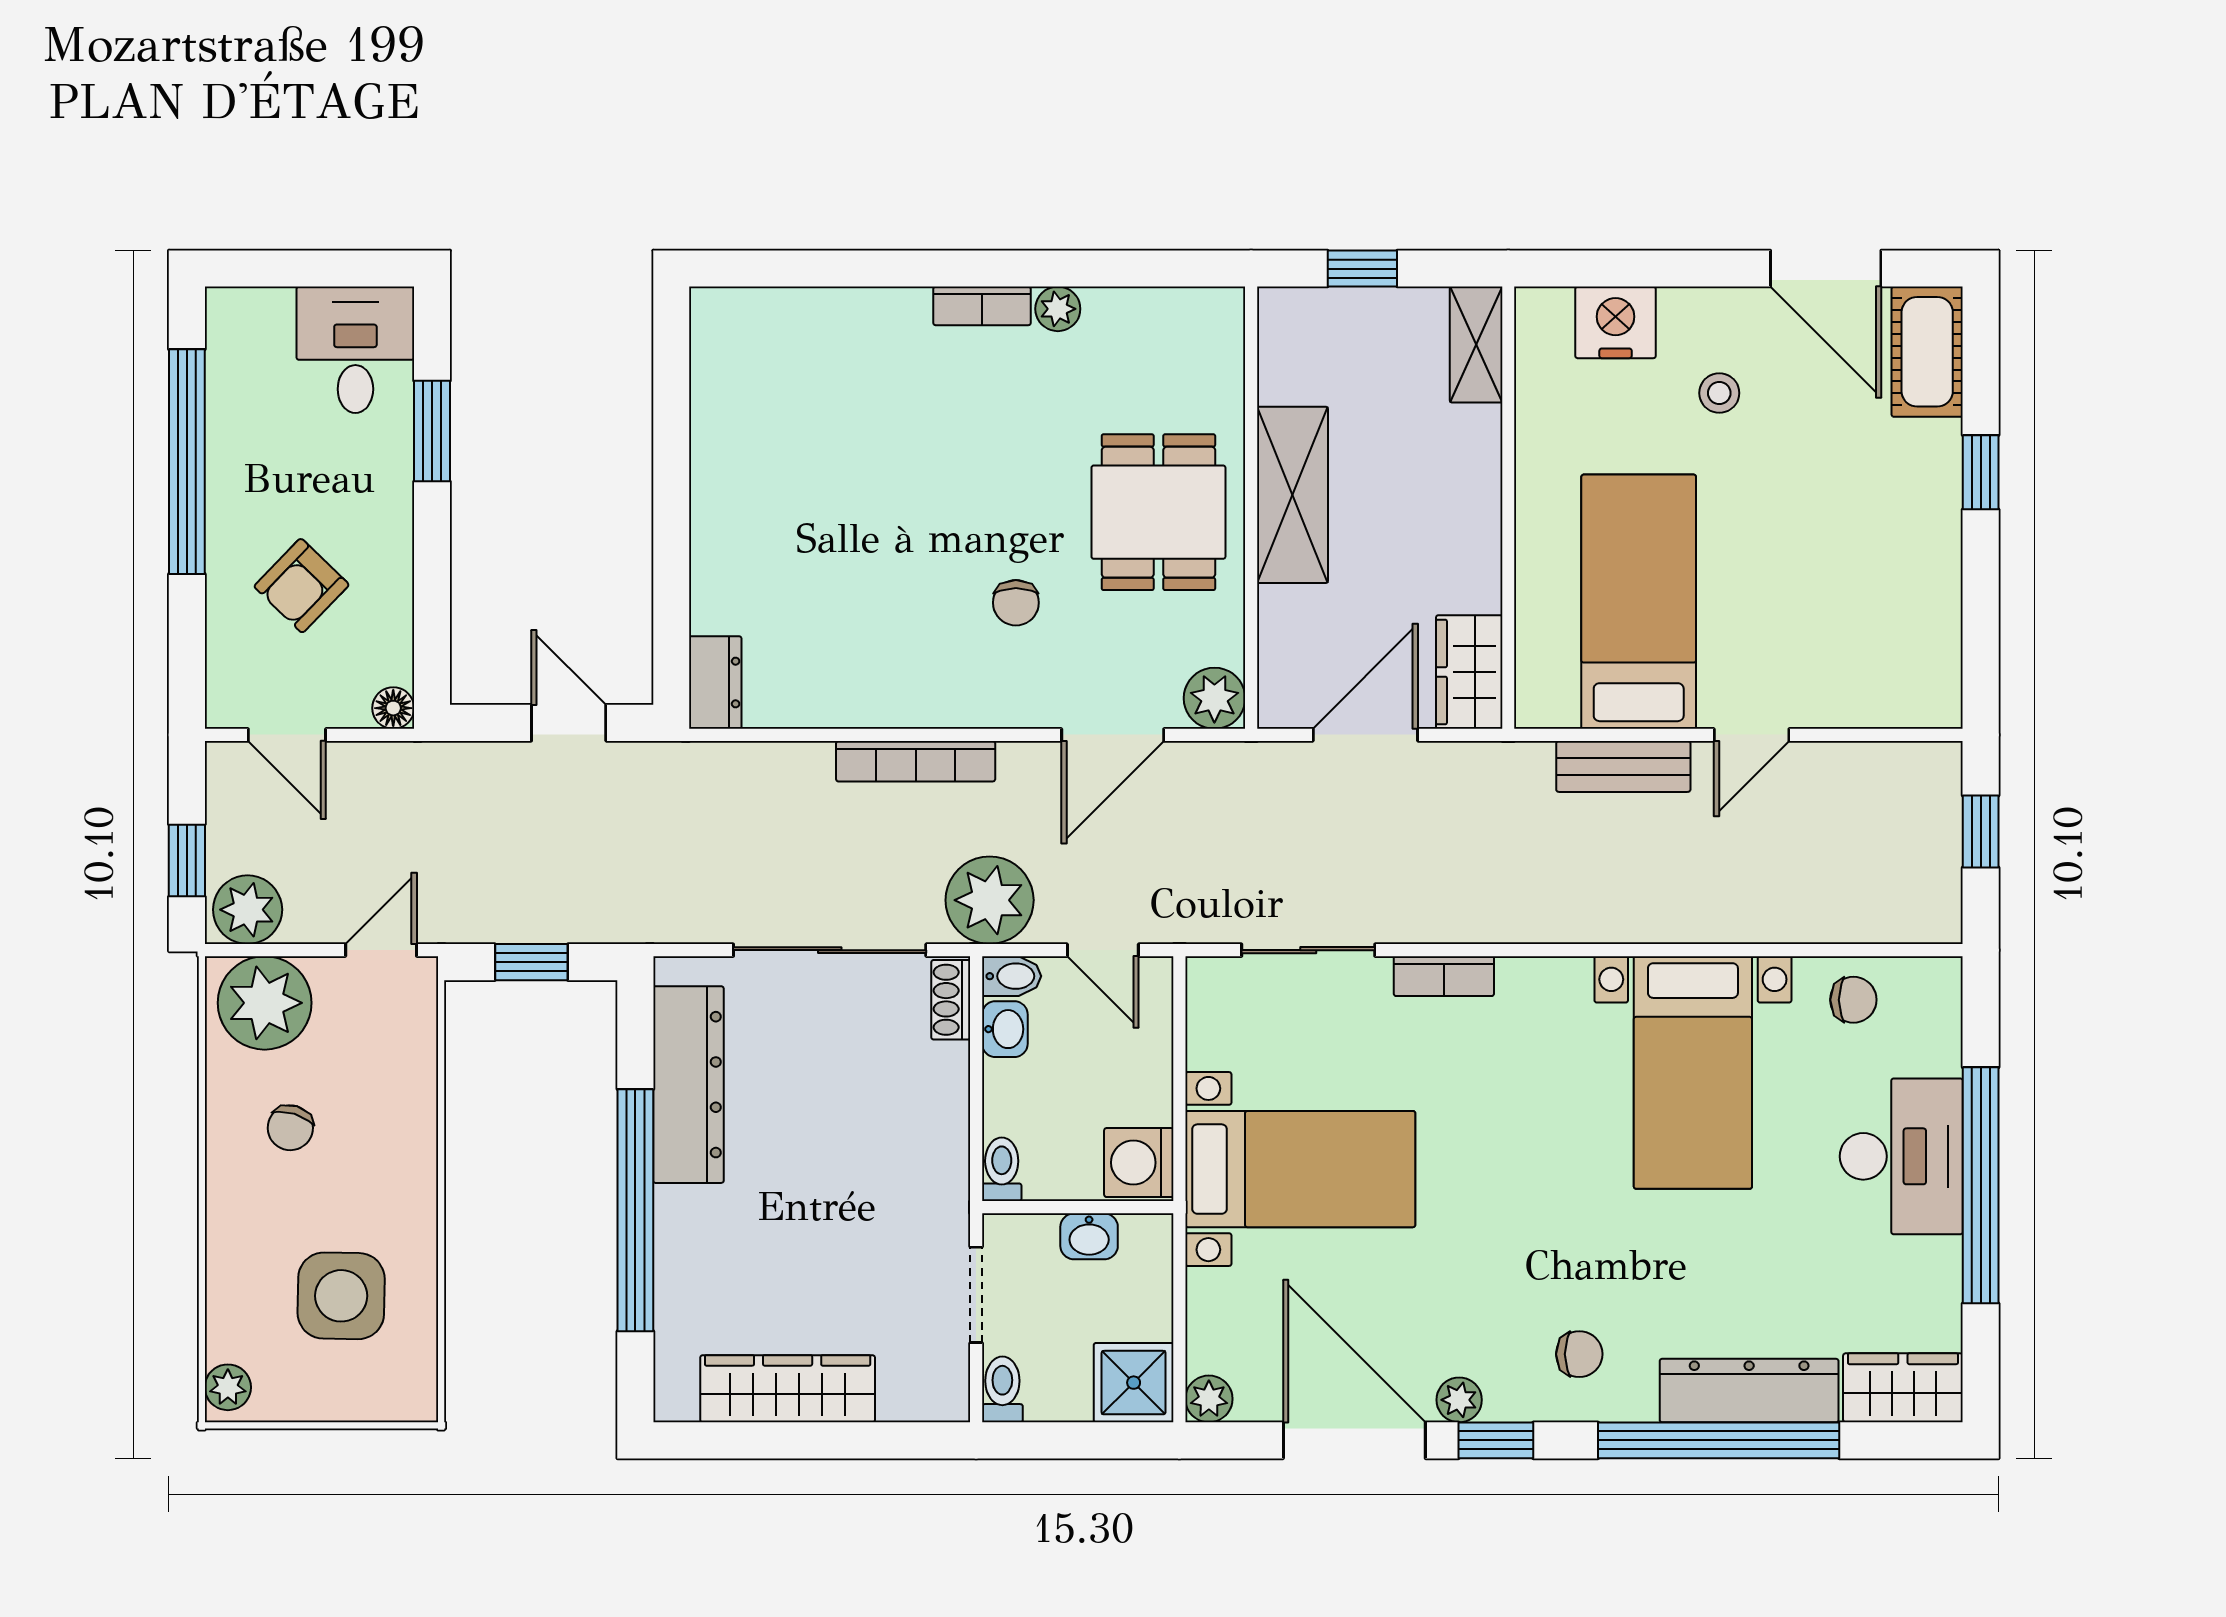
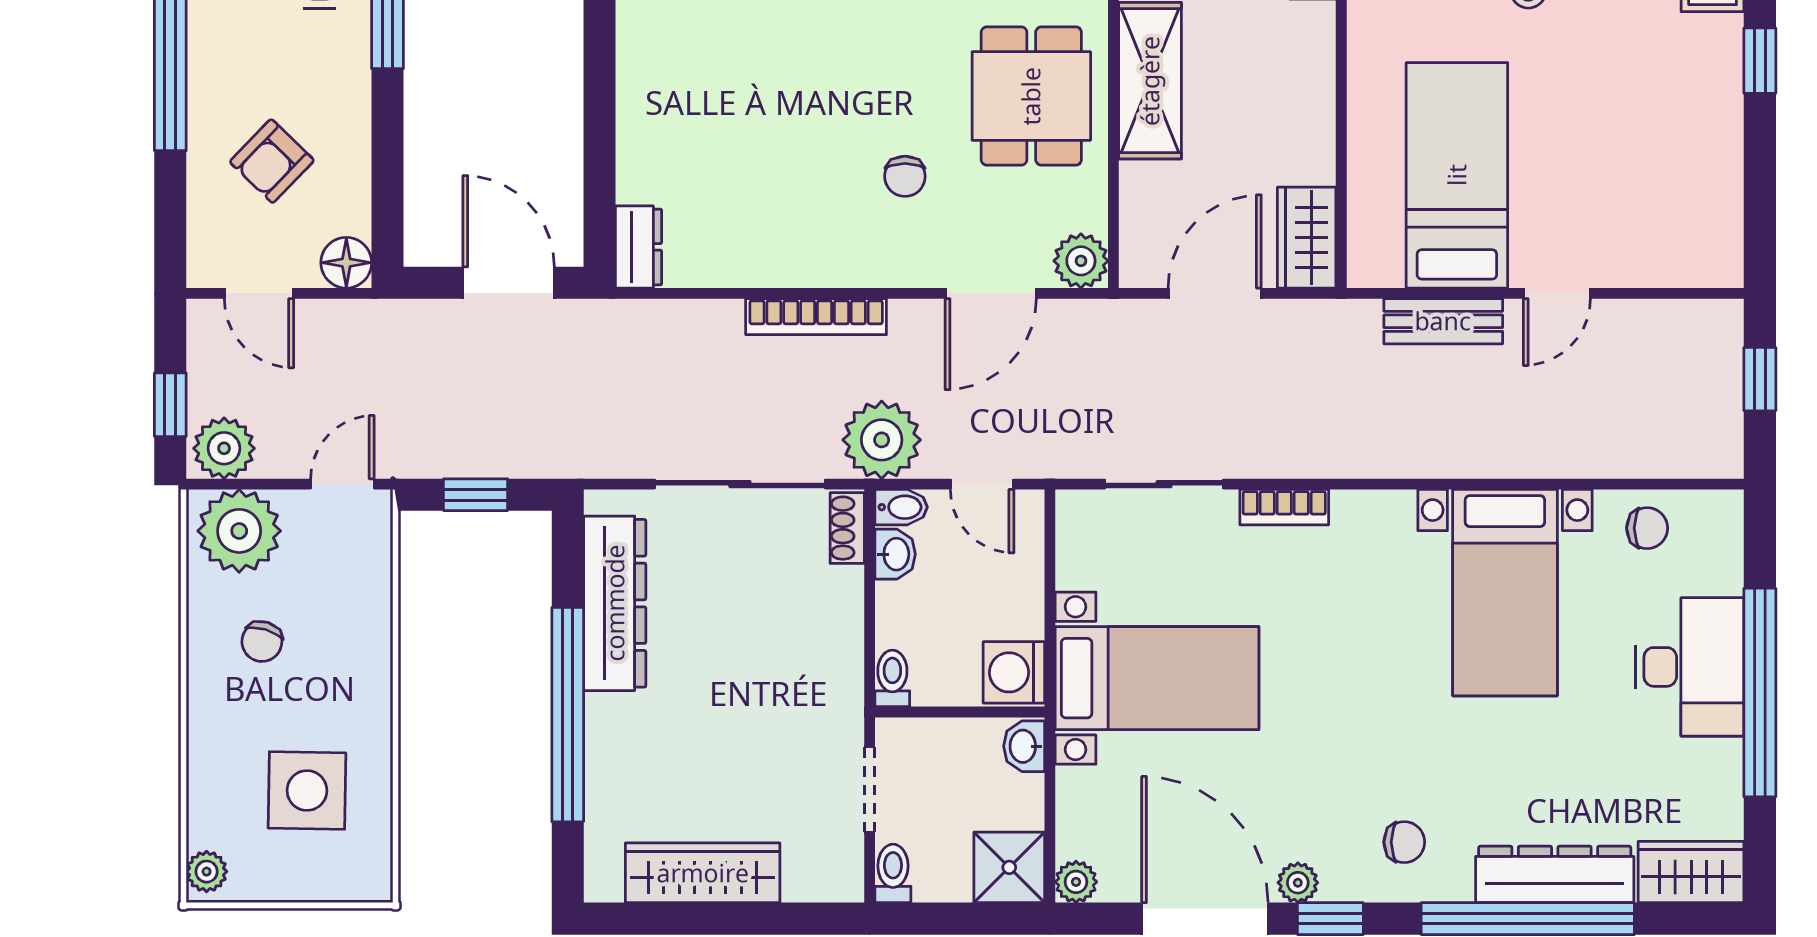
floor lamp: (393, 708) -> (346, 263), width x1.37, depth x1.37
door: (569, 723) -> (509, 283), width x1.38
washbasin: (1089, 1236) -> (1024, 746), moved, turned 90

